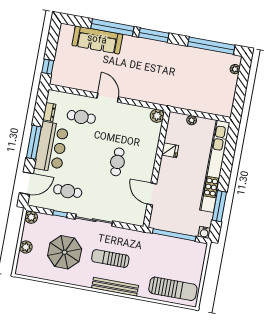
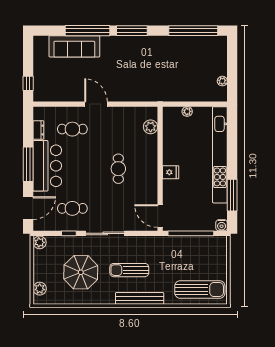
plant: (235, 69) -> (222, 81), moved
plant: (157, 116) -> (151, 127), moved
fridge: (170, 150) -> (171, 172), moved
door: (152, 194) -> (160, 216), moved
plant: (26, 247) -> (40, 289), moved

